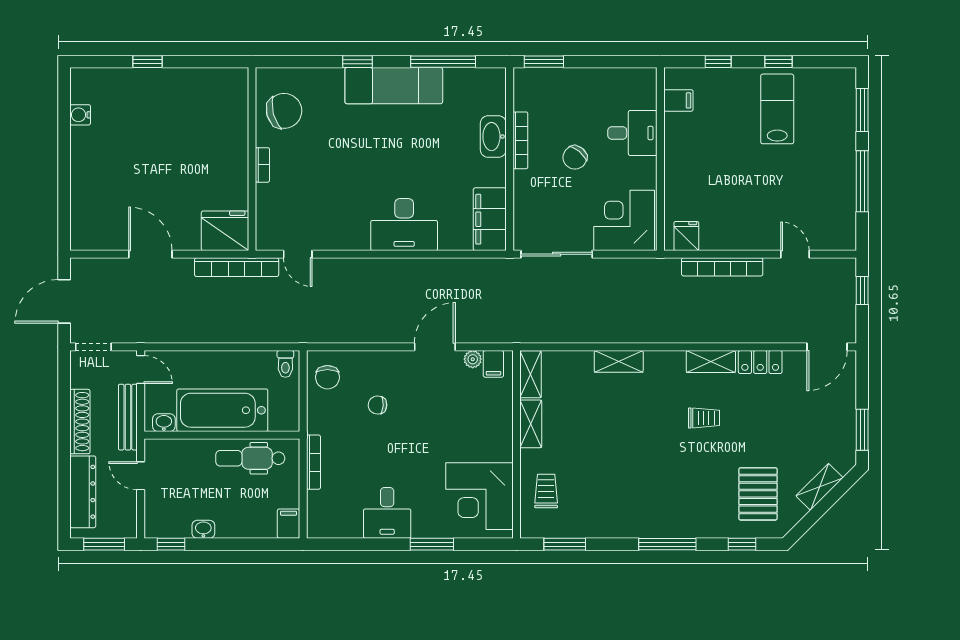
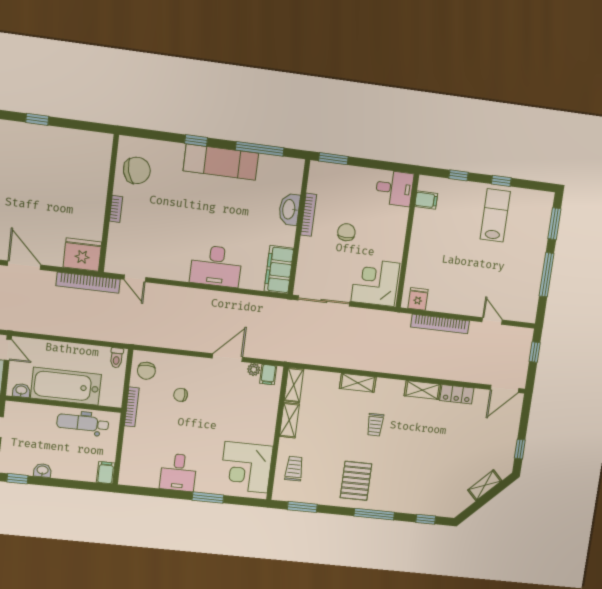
desk: (632, 133) -> (394, 188), moved
chair: (575, 157) -> (346, 232), turned 140
trolley: (704, 418) -> (375, 425), moved, turned 90
window: (862, 430) -> (520, 449), width x0.67
bookcase: (313, 462) -> (132, 407), moved
pallet: (758, 494) -> (356, 481), moved

